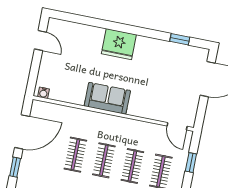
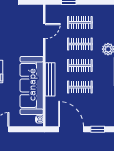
sofa: (107, 98) -> (32, 85), width x1.85, depth x1.27
bench: (94, 118) -> (50, 79), added
door: (177, 126) -> (44, 31), moved

